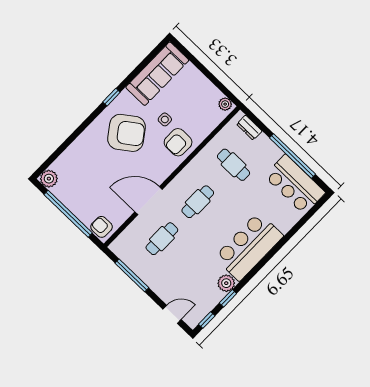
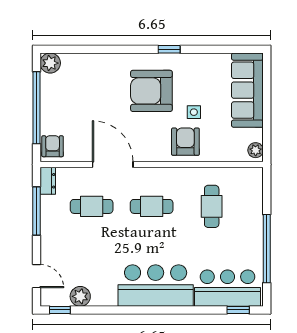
sofa: (157, 74) -> (247, 90), moved, turned 90
dresser: (249, 128) -> (48, 181), moved, turned 180
armchair: (126, 133) -> (151, 91), turned 126
armchair: (178, 142) -> (185, 142), turned 90
bar counter: (295, 184) -> (227, 288), moved, turned 90
plant: (226, 283) -> (80, 296), moved
window: (228, 298) -> (238, 310), moved

